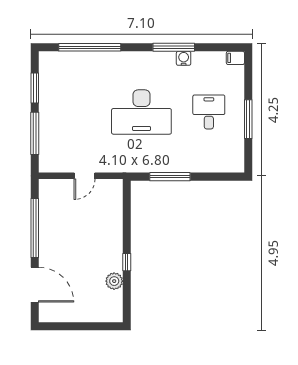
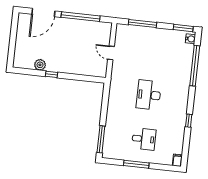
window: (174, 47) -> (189, 121), width x0.46
water cooler: (184, 58) -> (190, 39), moved
window: (35, 88) -> (183, 28), moved
desk: (141, 112) -> (149, 95), width x0.73, depth x0.77
window: (170, 177) -> (101, 139), moved

